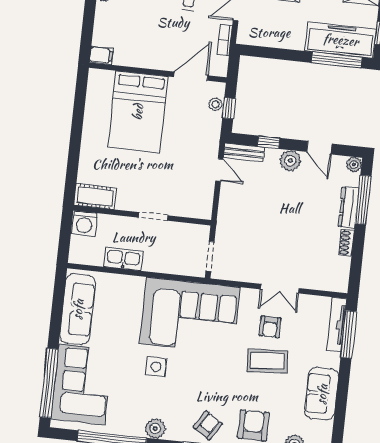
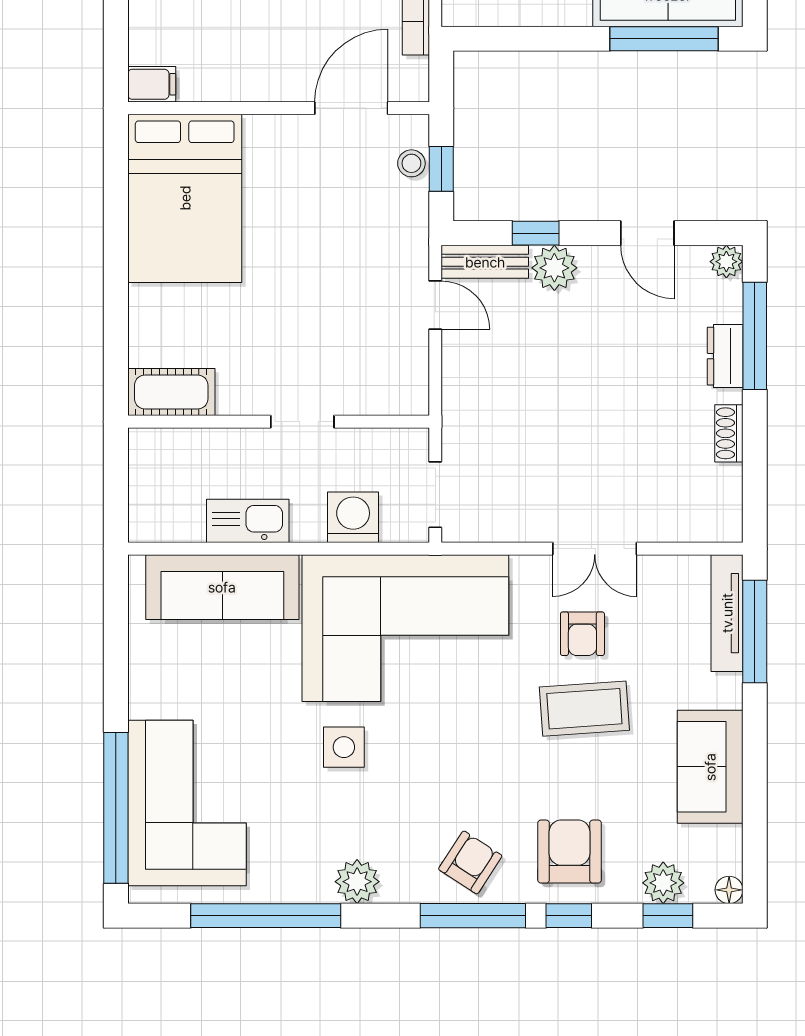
bed: (138, 112) -> (185, 198), moved
plant: (290, 161) -> (554, 268), moved
dresser: (349, 208) -> (725, 356), width x0.70
washing machine: (84, 223) -> (353, 517), moved, turned 180
sofa: (78, 309) -> (222, 587), moved, turned 90

